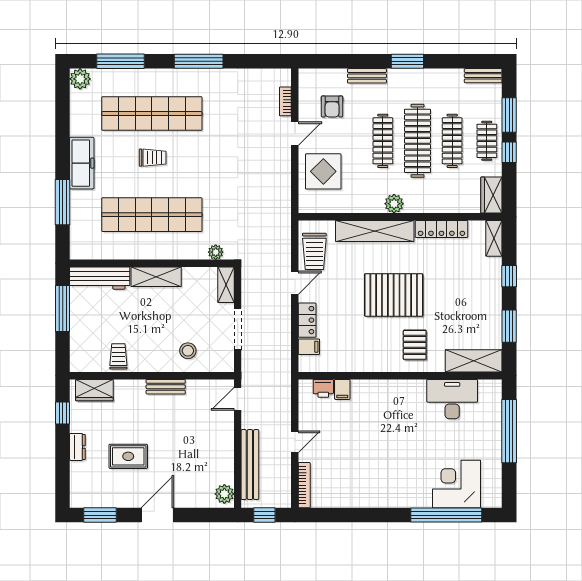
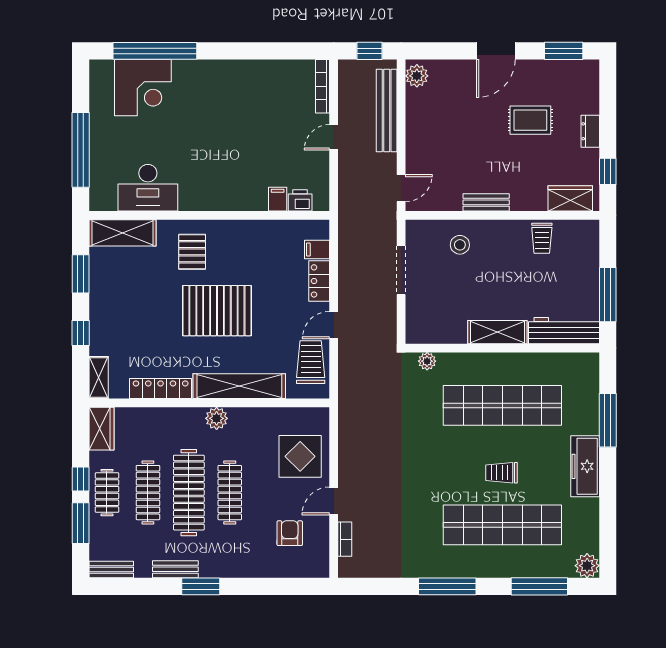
bench: (367, 76) -> (175, 569), moved
shelving: (226, 285) -> (415, 323), removed

